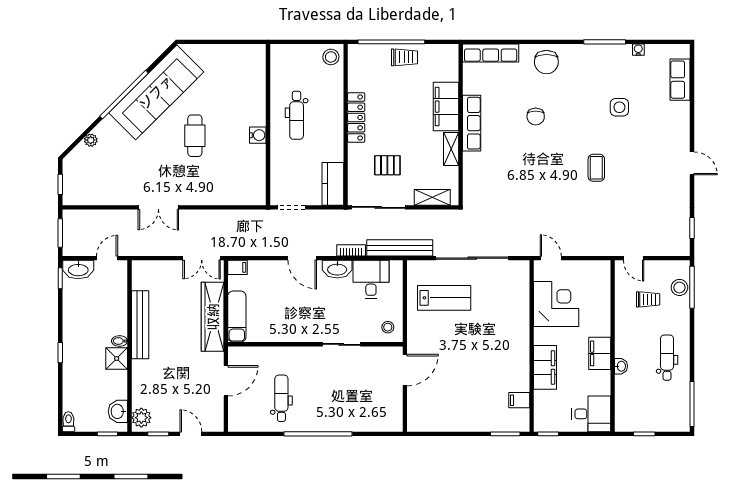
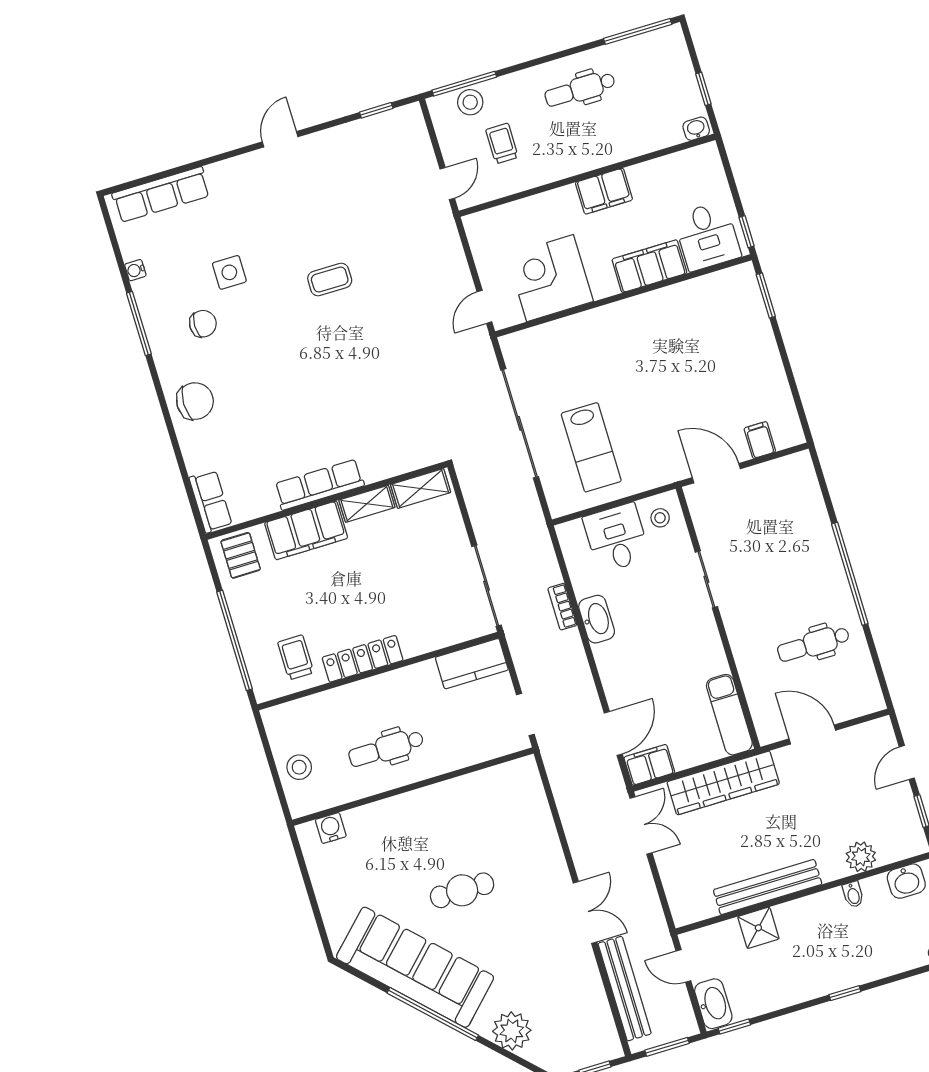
row of seats: (491, 53) -> (211, 501), width x0.68
stool: (331, 57) -> (299, 767), moved
trolley: (404, 57) -> (296, 657), moved
row of seats: (680, 80) -> (161, 195), width x1.48
dental chair: (297, 115) -> (386, 748), turned 180
chair: (536, 117) -> (203, 324), moved
water cooler: (258, 135) -> (331, 828), moved
plant: (91, 140) -> (512, 1031), width x1.87, depth x1.87
pallet: (387, 165) -> (241, 555), moved
shelving: (432, 197) -> (421, 488), moved, turned 90
bench: (400, 248) -> (625, 989), moved
door: (302, 258) -> (613, 733), moved
filing cabinet: (237, 267) -> (649, 765), width x2.00
desk: (371, 279) -> (616, 538), moved, turned 90
lab bench: (444, 298) -> (591, 447), turned 180
exam couch: (237, 317) -> (729, 715), moved, turned -90
bidet: (120, 341) -> (853, 894), moved
shower: (117, 359) -> (758, 928), moved
washbasin: (621, 366) -> (696, 129), moved
filing cabinet: (519, 400) -> (760, 440), moved, turned 180
desk: (591, 414) -> (707, 236), moved, turned 180
plant: (141, 418) -> (861, 857), moved

